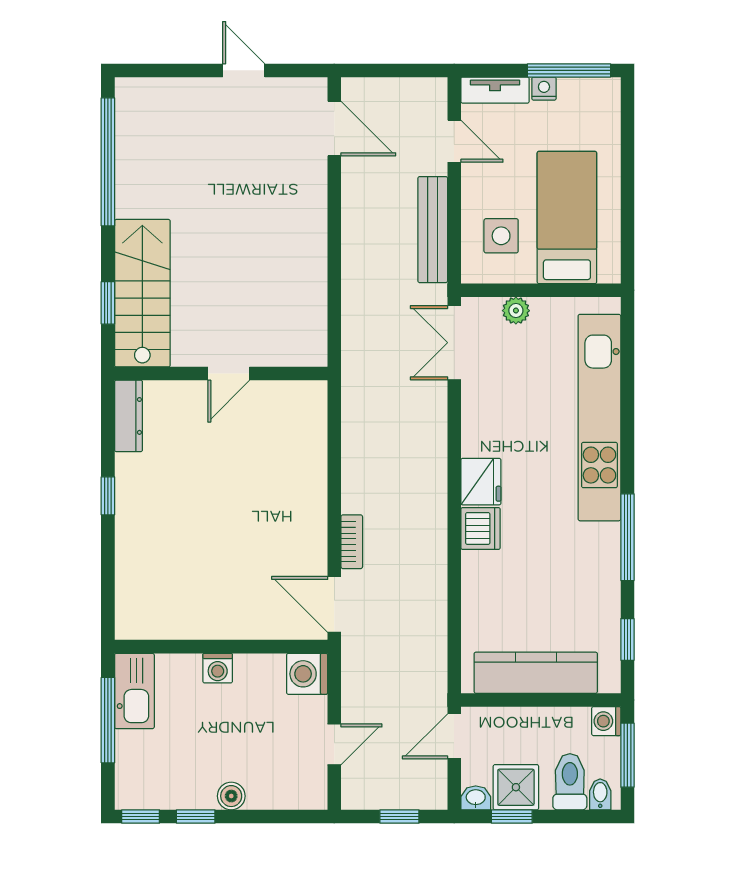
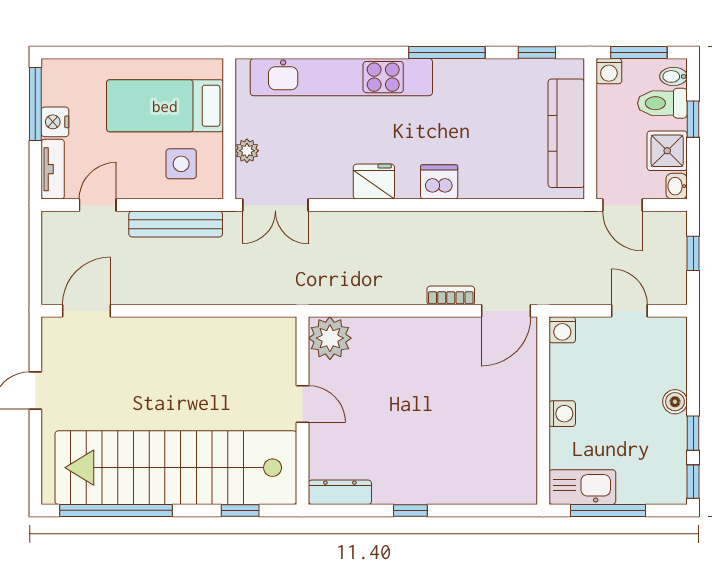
nightstand: (544, 89) -> (55, 122), width x1.39, depth x1.35
stairs: (142, 293) -> (176, 468), width x1.86, depth x1.51
plant: (303, 405) -> (330, 338), added
fridge: (481, 482) -> (374, 182), moved
washing machine: (307, 674) -> (562, 330), width x0.73, depth x0.73
window: (512, 817) -> (693, 119), moved

